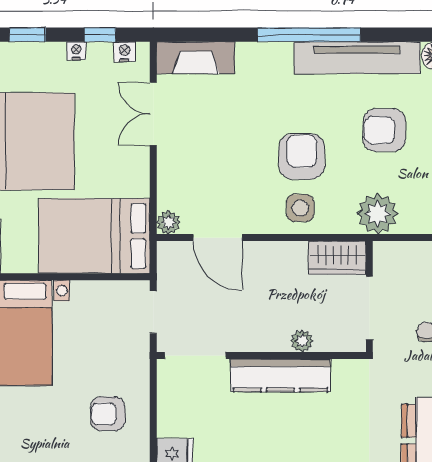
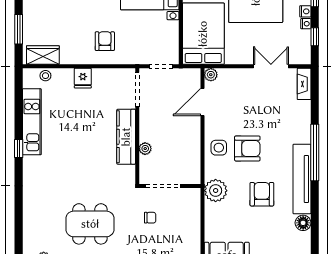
nightstand: (125, 52) -> (305, 11), moved
fireplace: (196, 58) -> (304, 84), width x0.73, depth x0.76
wardrobe: (337, 258) -> (191, 168), removed

